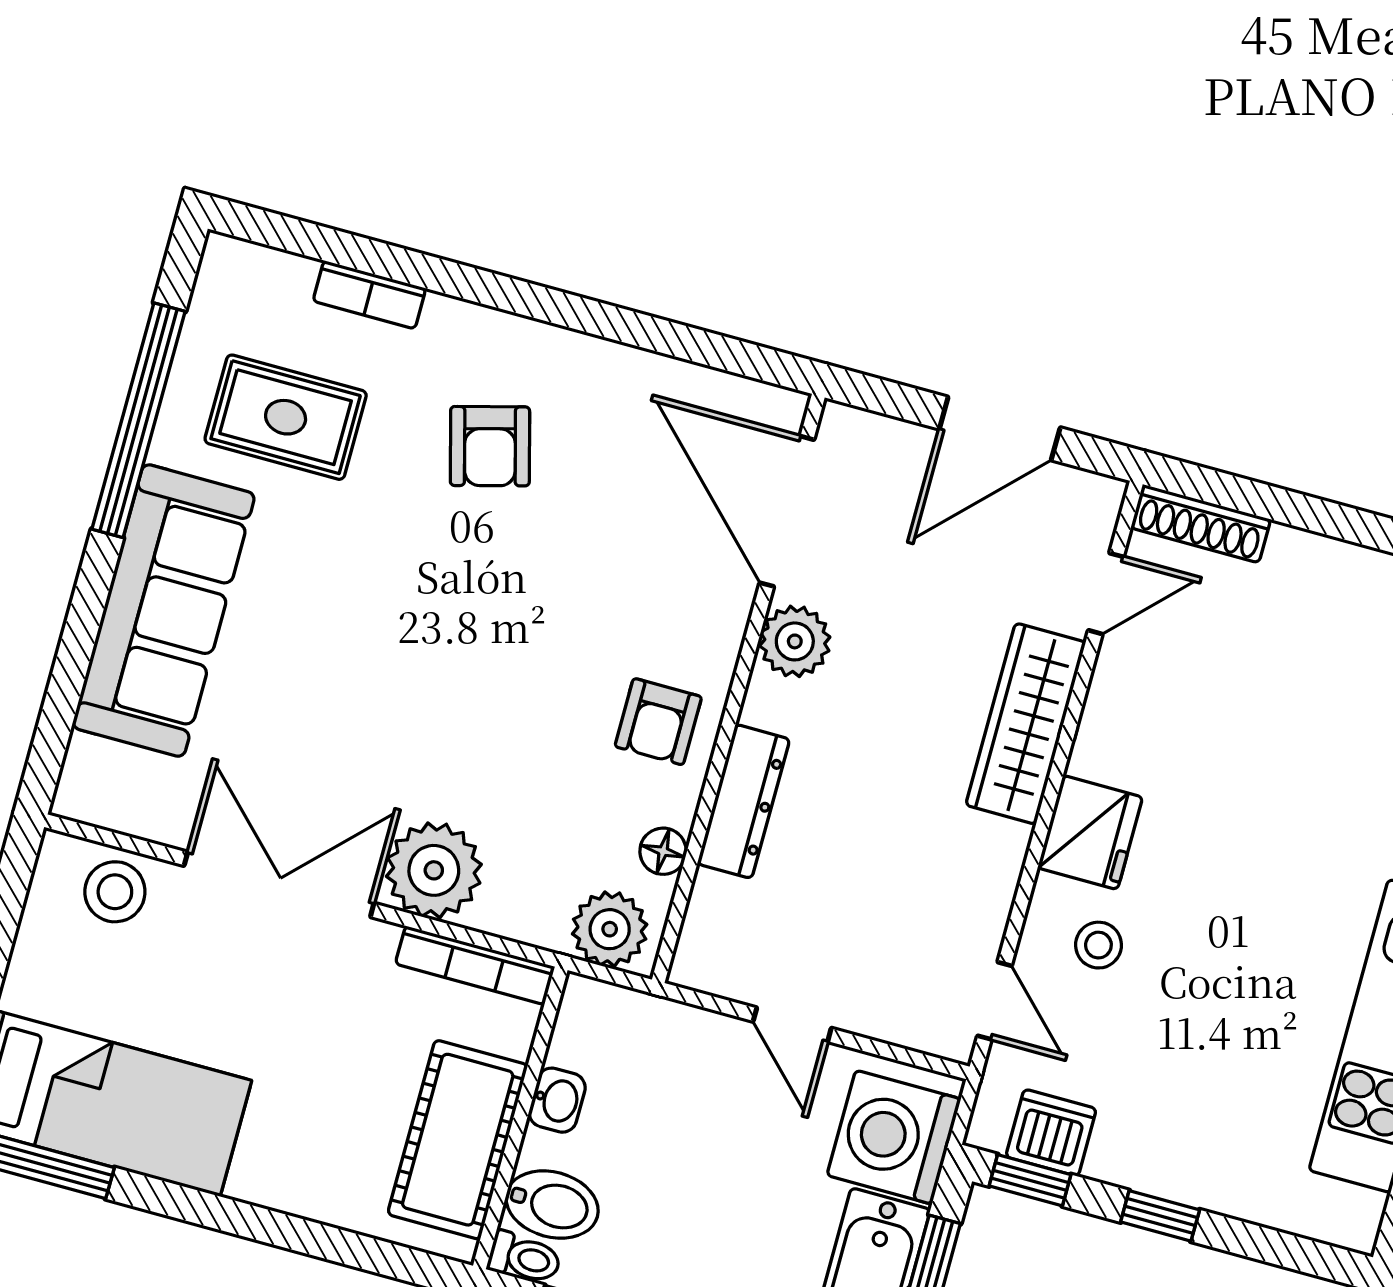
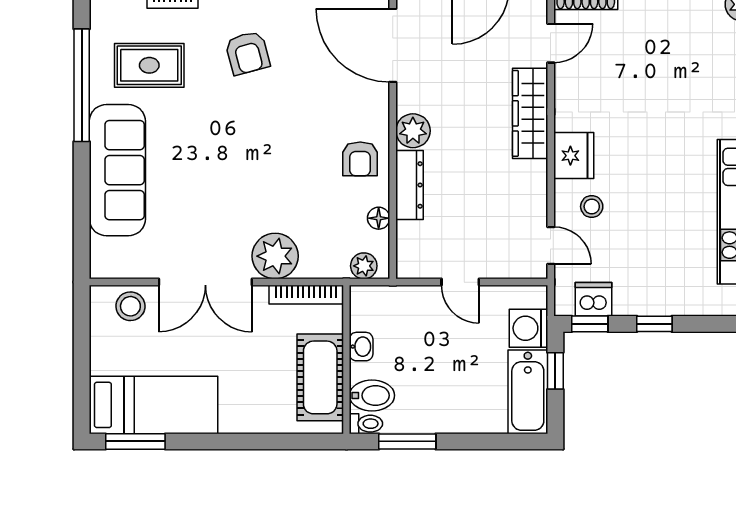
plant: (795, 641) -> (413, 131), moved
double door: (279, 884) -> (205, 282), swing flipped
plant: (610, 929) -> (364, 266), width x0.73, depth x0.73
washing machine: (894, 1137) -> (528, 328), width x0.73, depth x0.73

